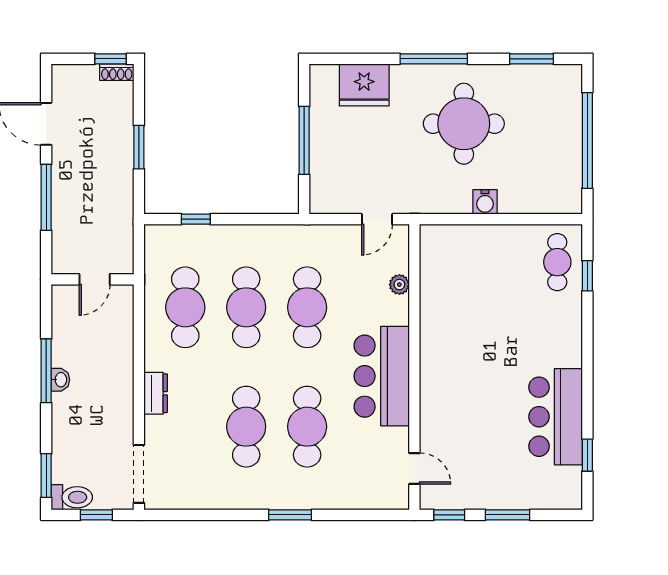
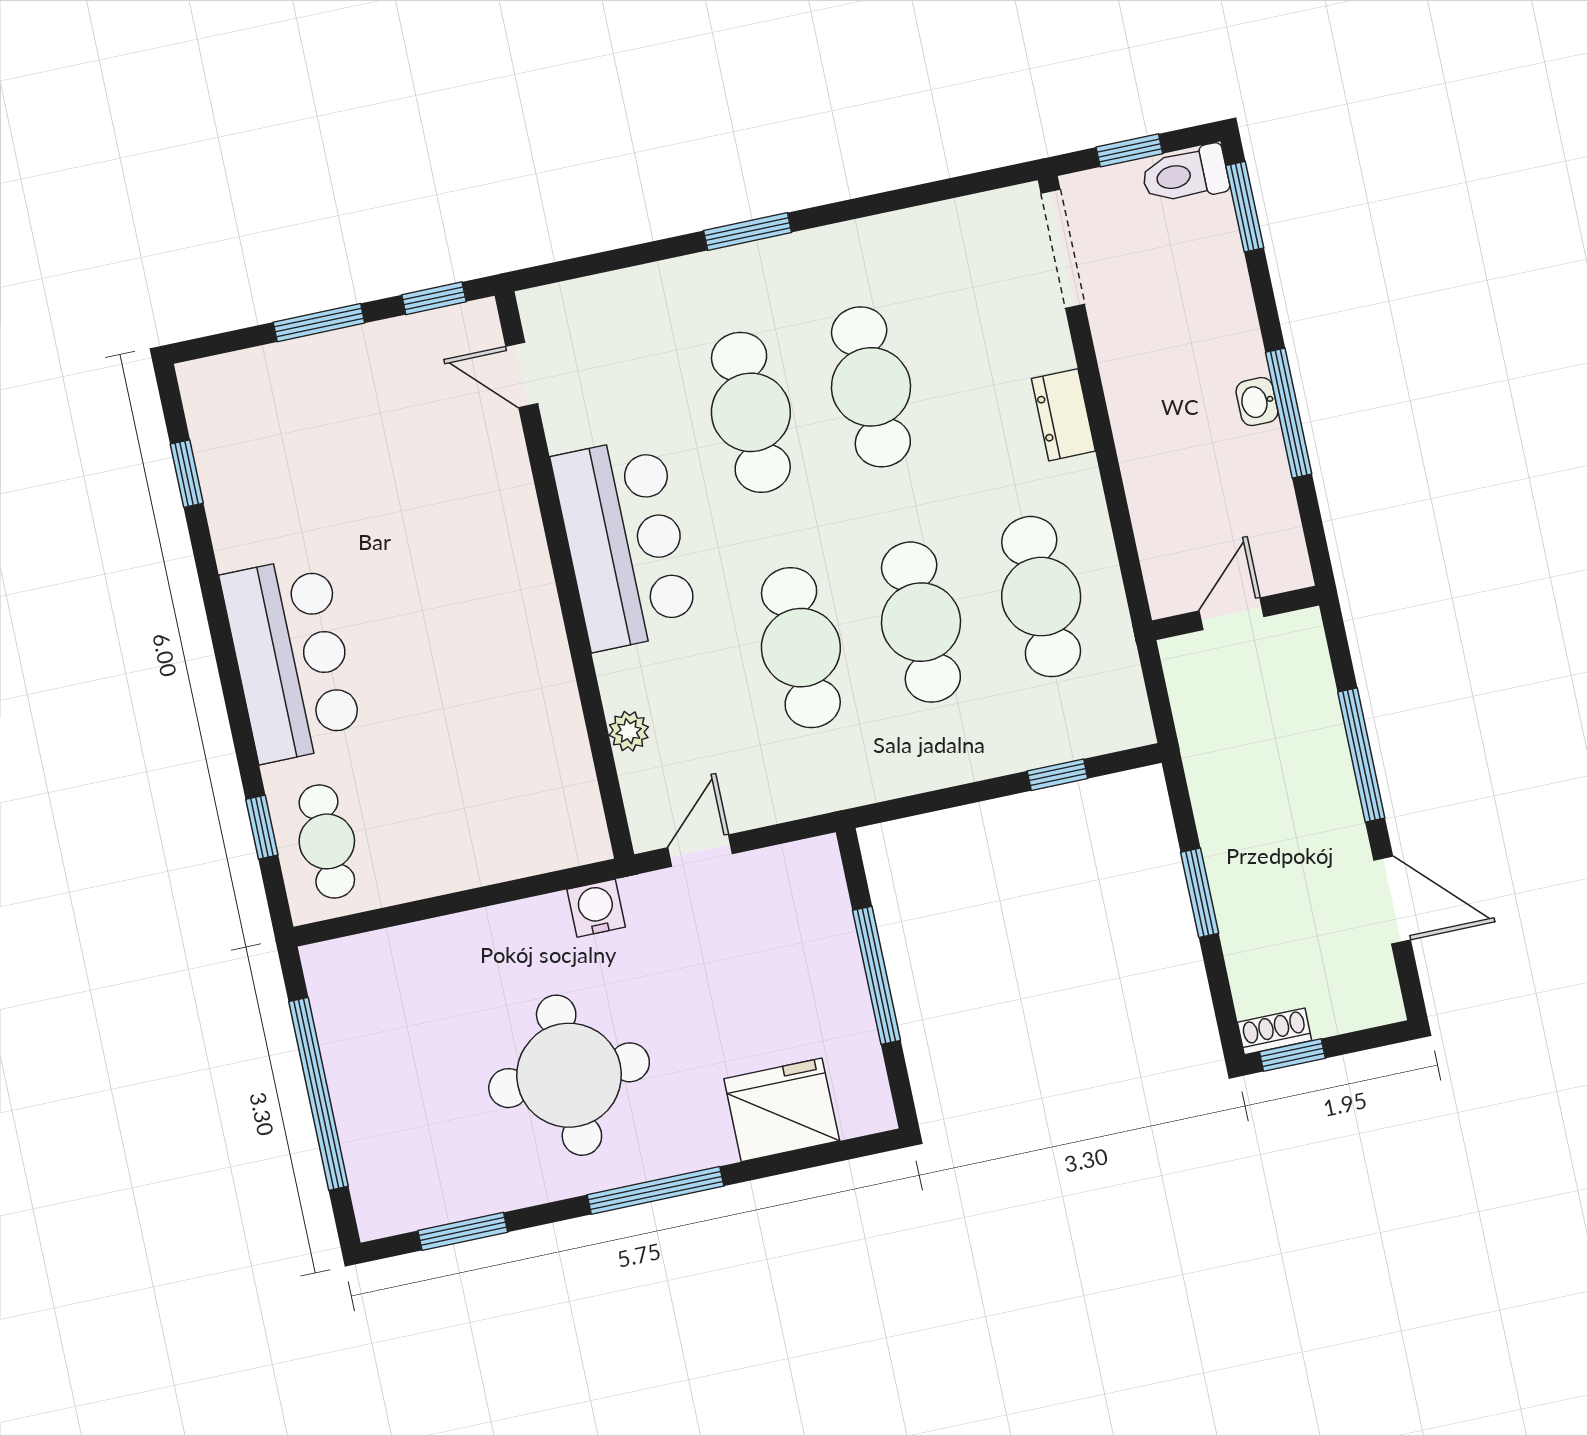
water cooler: (485, 202) -> (596, 908), moved
bar counter: (556, 417) -> (292, 659), moved

